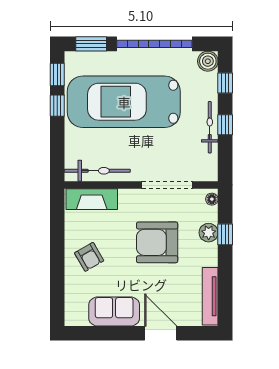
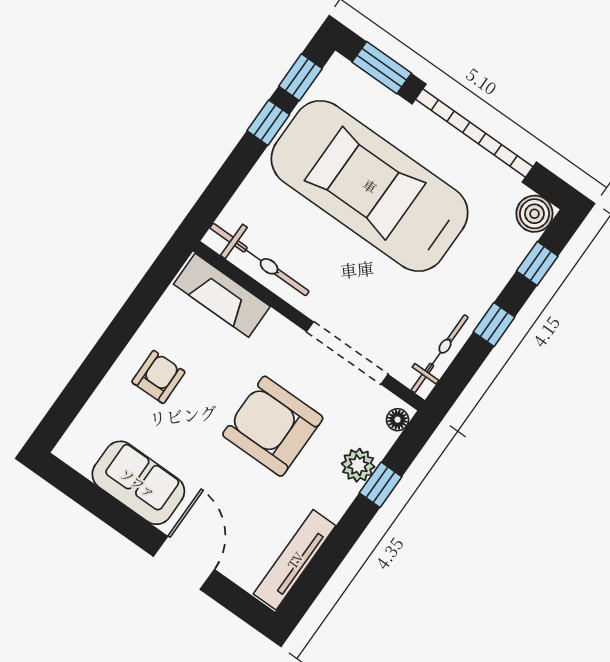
bicycle: (210, 127) -> (440, 354), moved
armchair: (89, 257) -> (158, 377), turned -151

